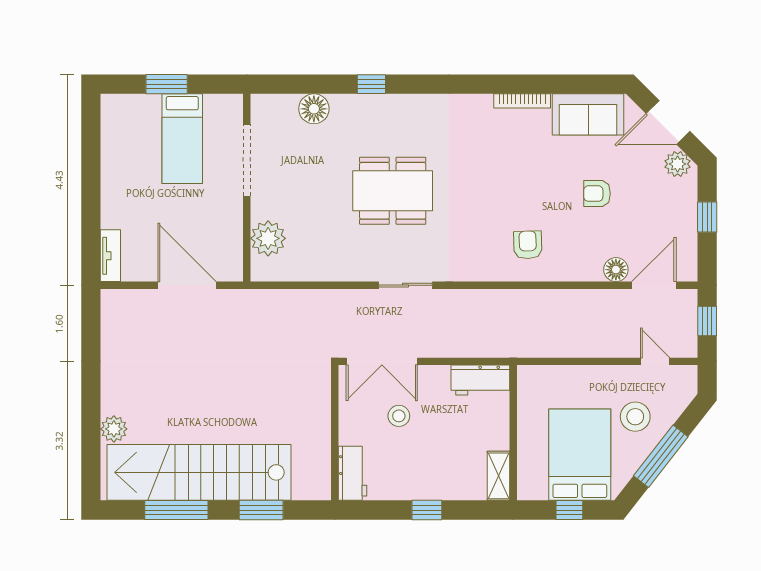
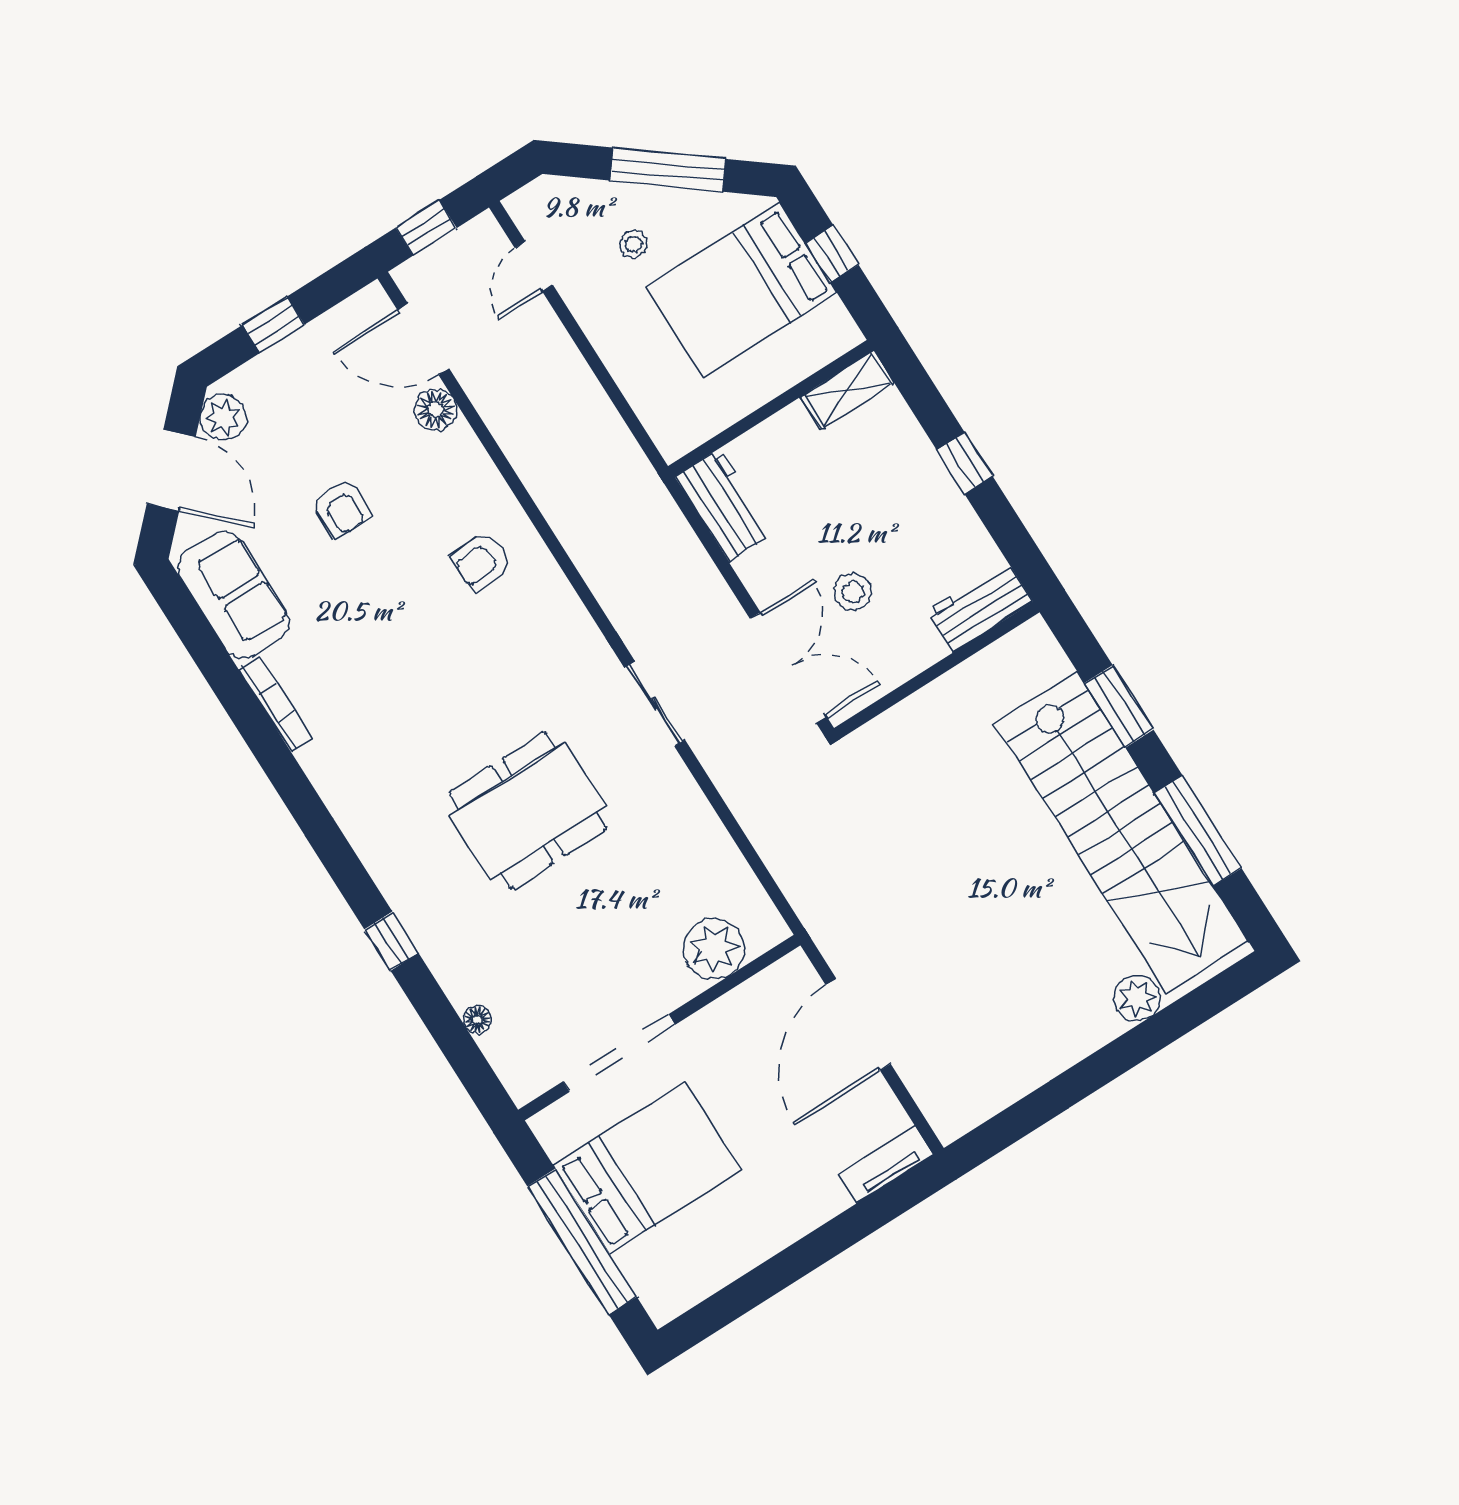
window: (167, 84) -> (582, 1242), width x2.11
floor lamp: (314, 109) -> (477, 1020), width x0.53, depth x0.53
bed: (182, 139) -> (647, 1168), width x1.50
dining table: (393, 191) -> (528, 811), turned 90
stool: (635, 417) -> (634, 244), width x0.53, depth x0.53

